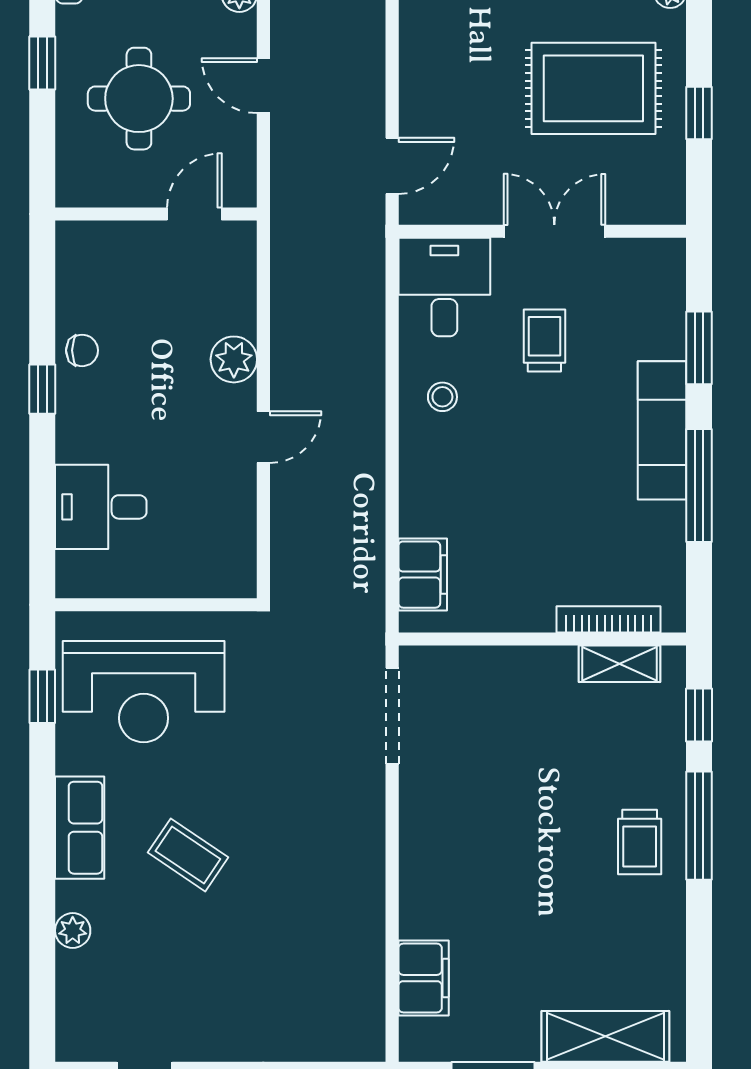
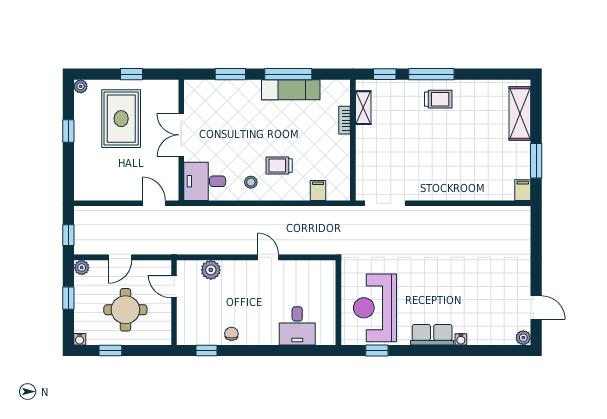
trolley: (544, 341) -> (279, 166), moved
plant: (234, 359) -> (211, 270), moved
window: (42, 389) -> (207, 350), moved
exam couch: (662, 430) -> (291, 90), moved
filing cabinet: (423, 575) -> (318, 190), width x0.50
bookcase: (608, 619) -> (345, 120), width x0.64
reception desk: (144, 692) -> (375, 308), turned 180
coffee table: (188, 855) -> (444, 289), removed
water cooler: (69, 896) -> (461, 339), added
plant: (73, 931) -> (523, 338), moved
filing cabinet: (424, 978) -> (523, 190), moved, width x0.50

